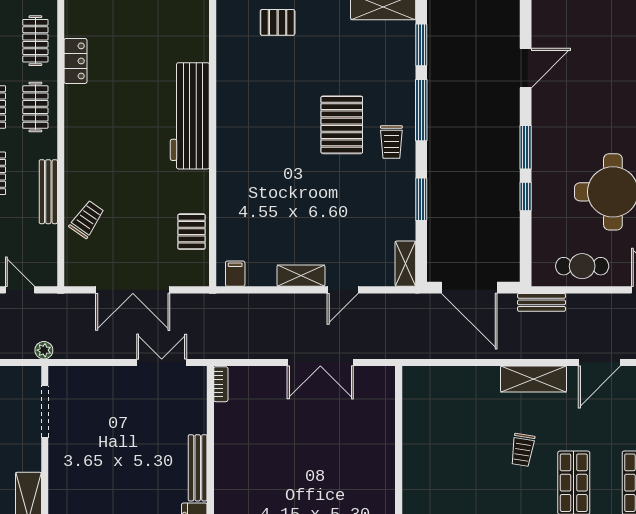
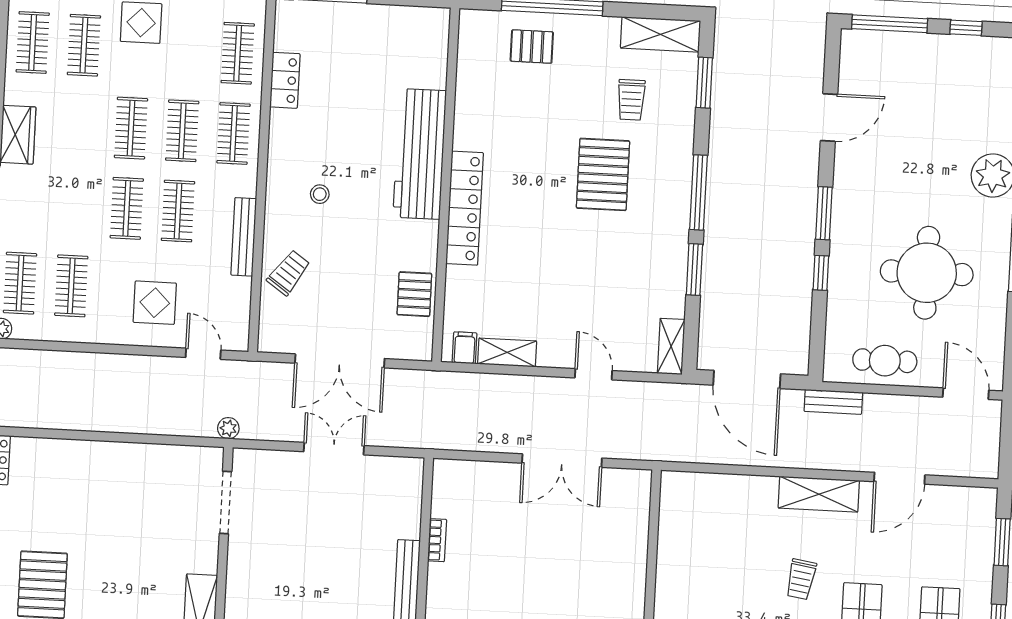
window: (421, 110) -> (698, 192), moved
trolley: (391, 142) -> (631, 100), moved
stool: (109, 153) -> (320, 194), added
locker: (229, 159) -> (465, 208), added
shelving: (301, 276) -> (507, 352), moved
door: (343, 290) -> (593, 374), swing flipped
double door: (162, 362) -> (334, 449), moved
bookcase: (221, 384) -> (437, 540), moved

